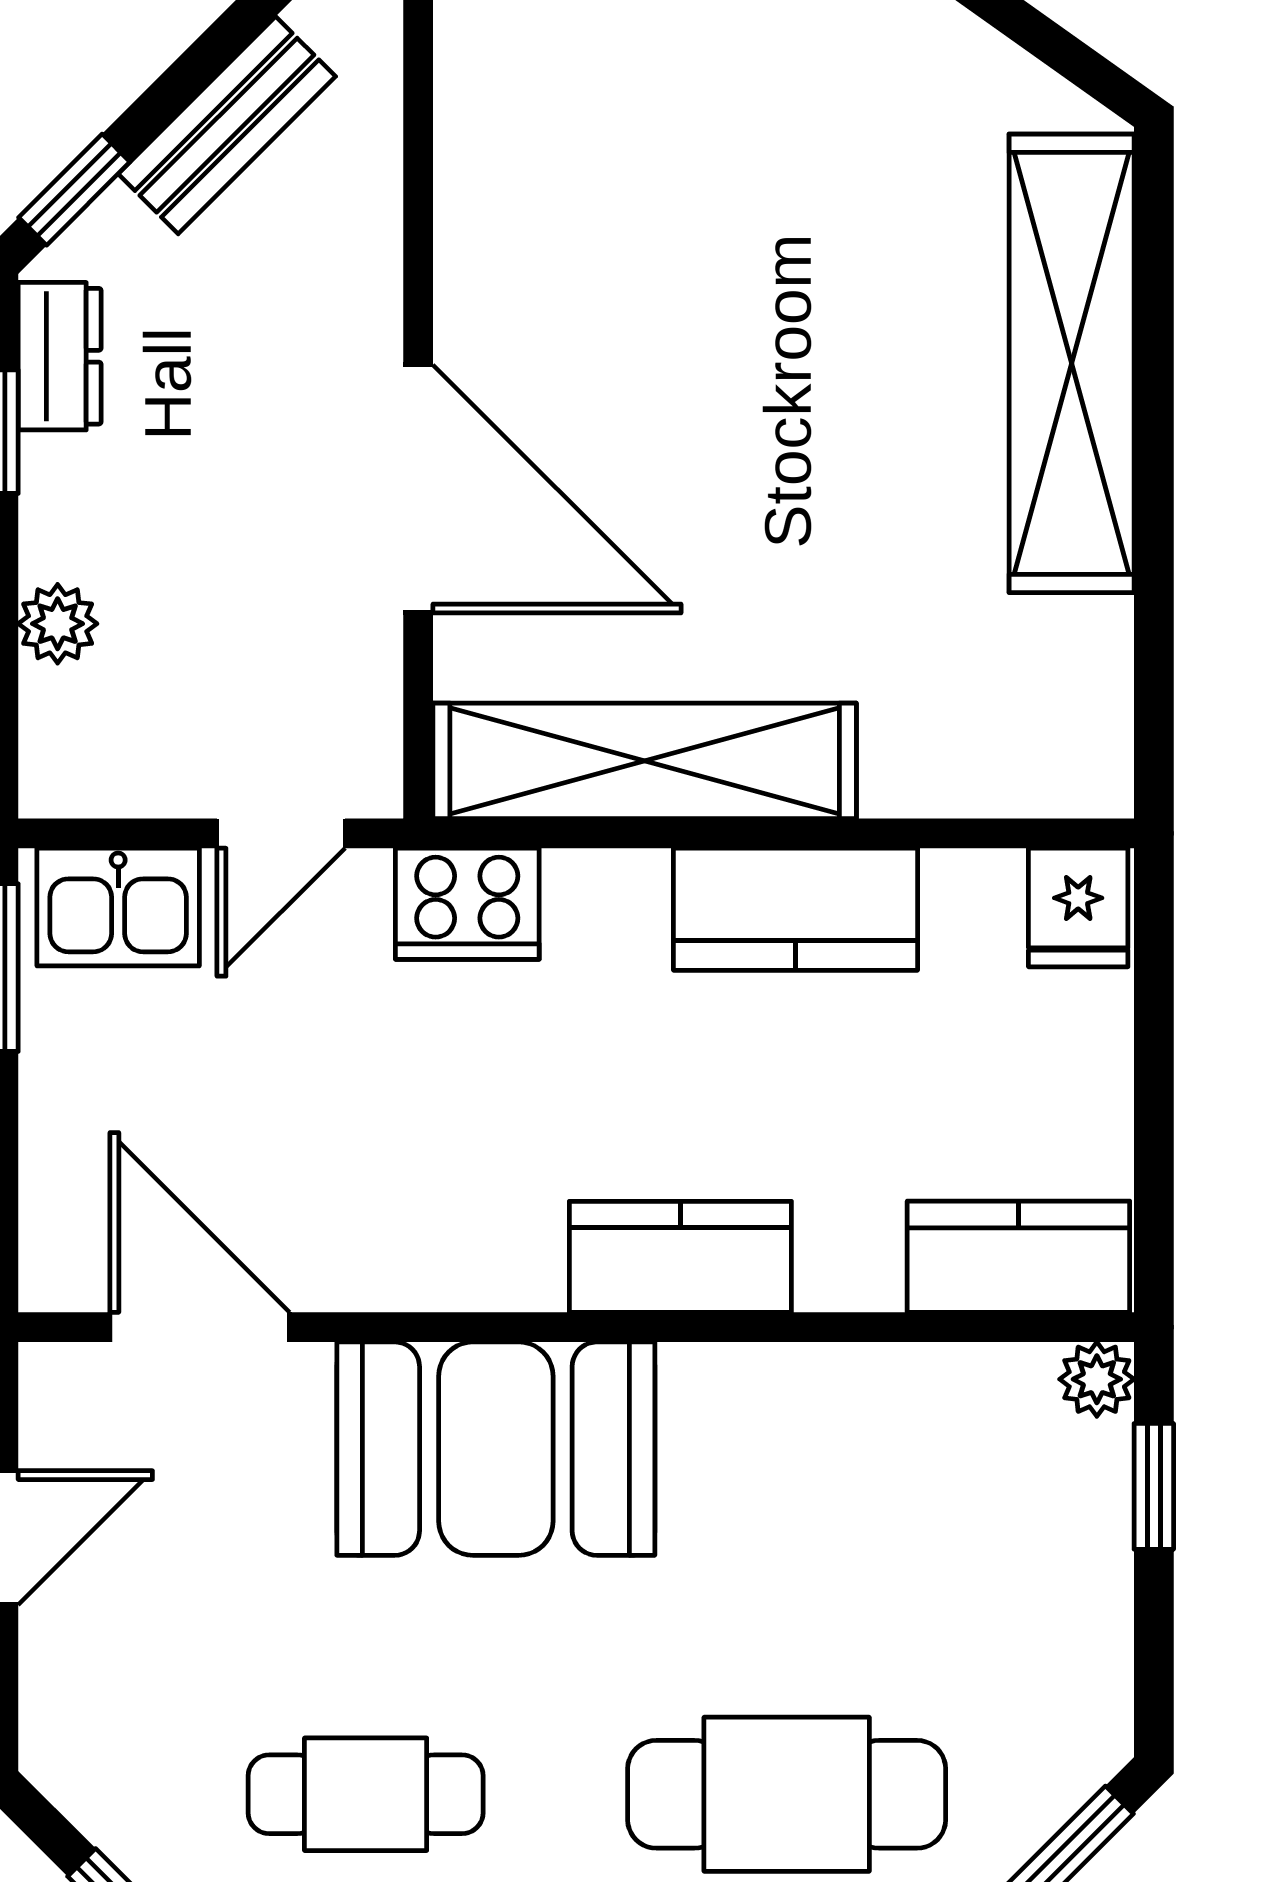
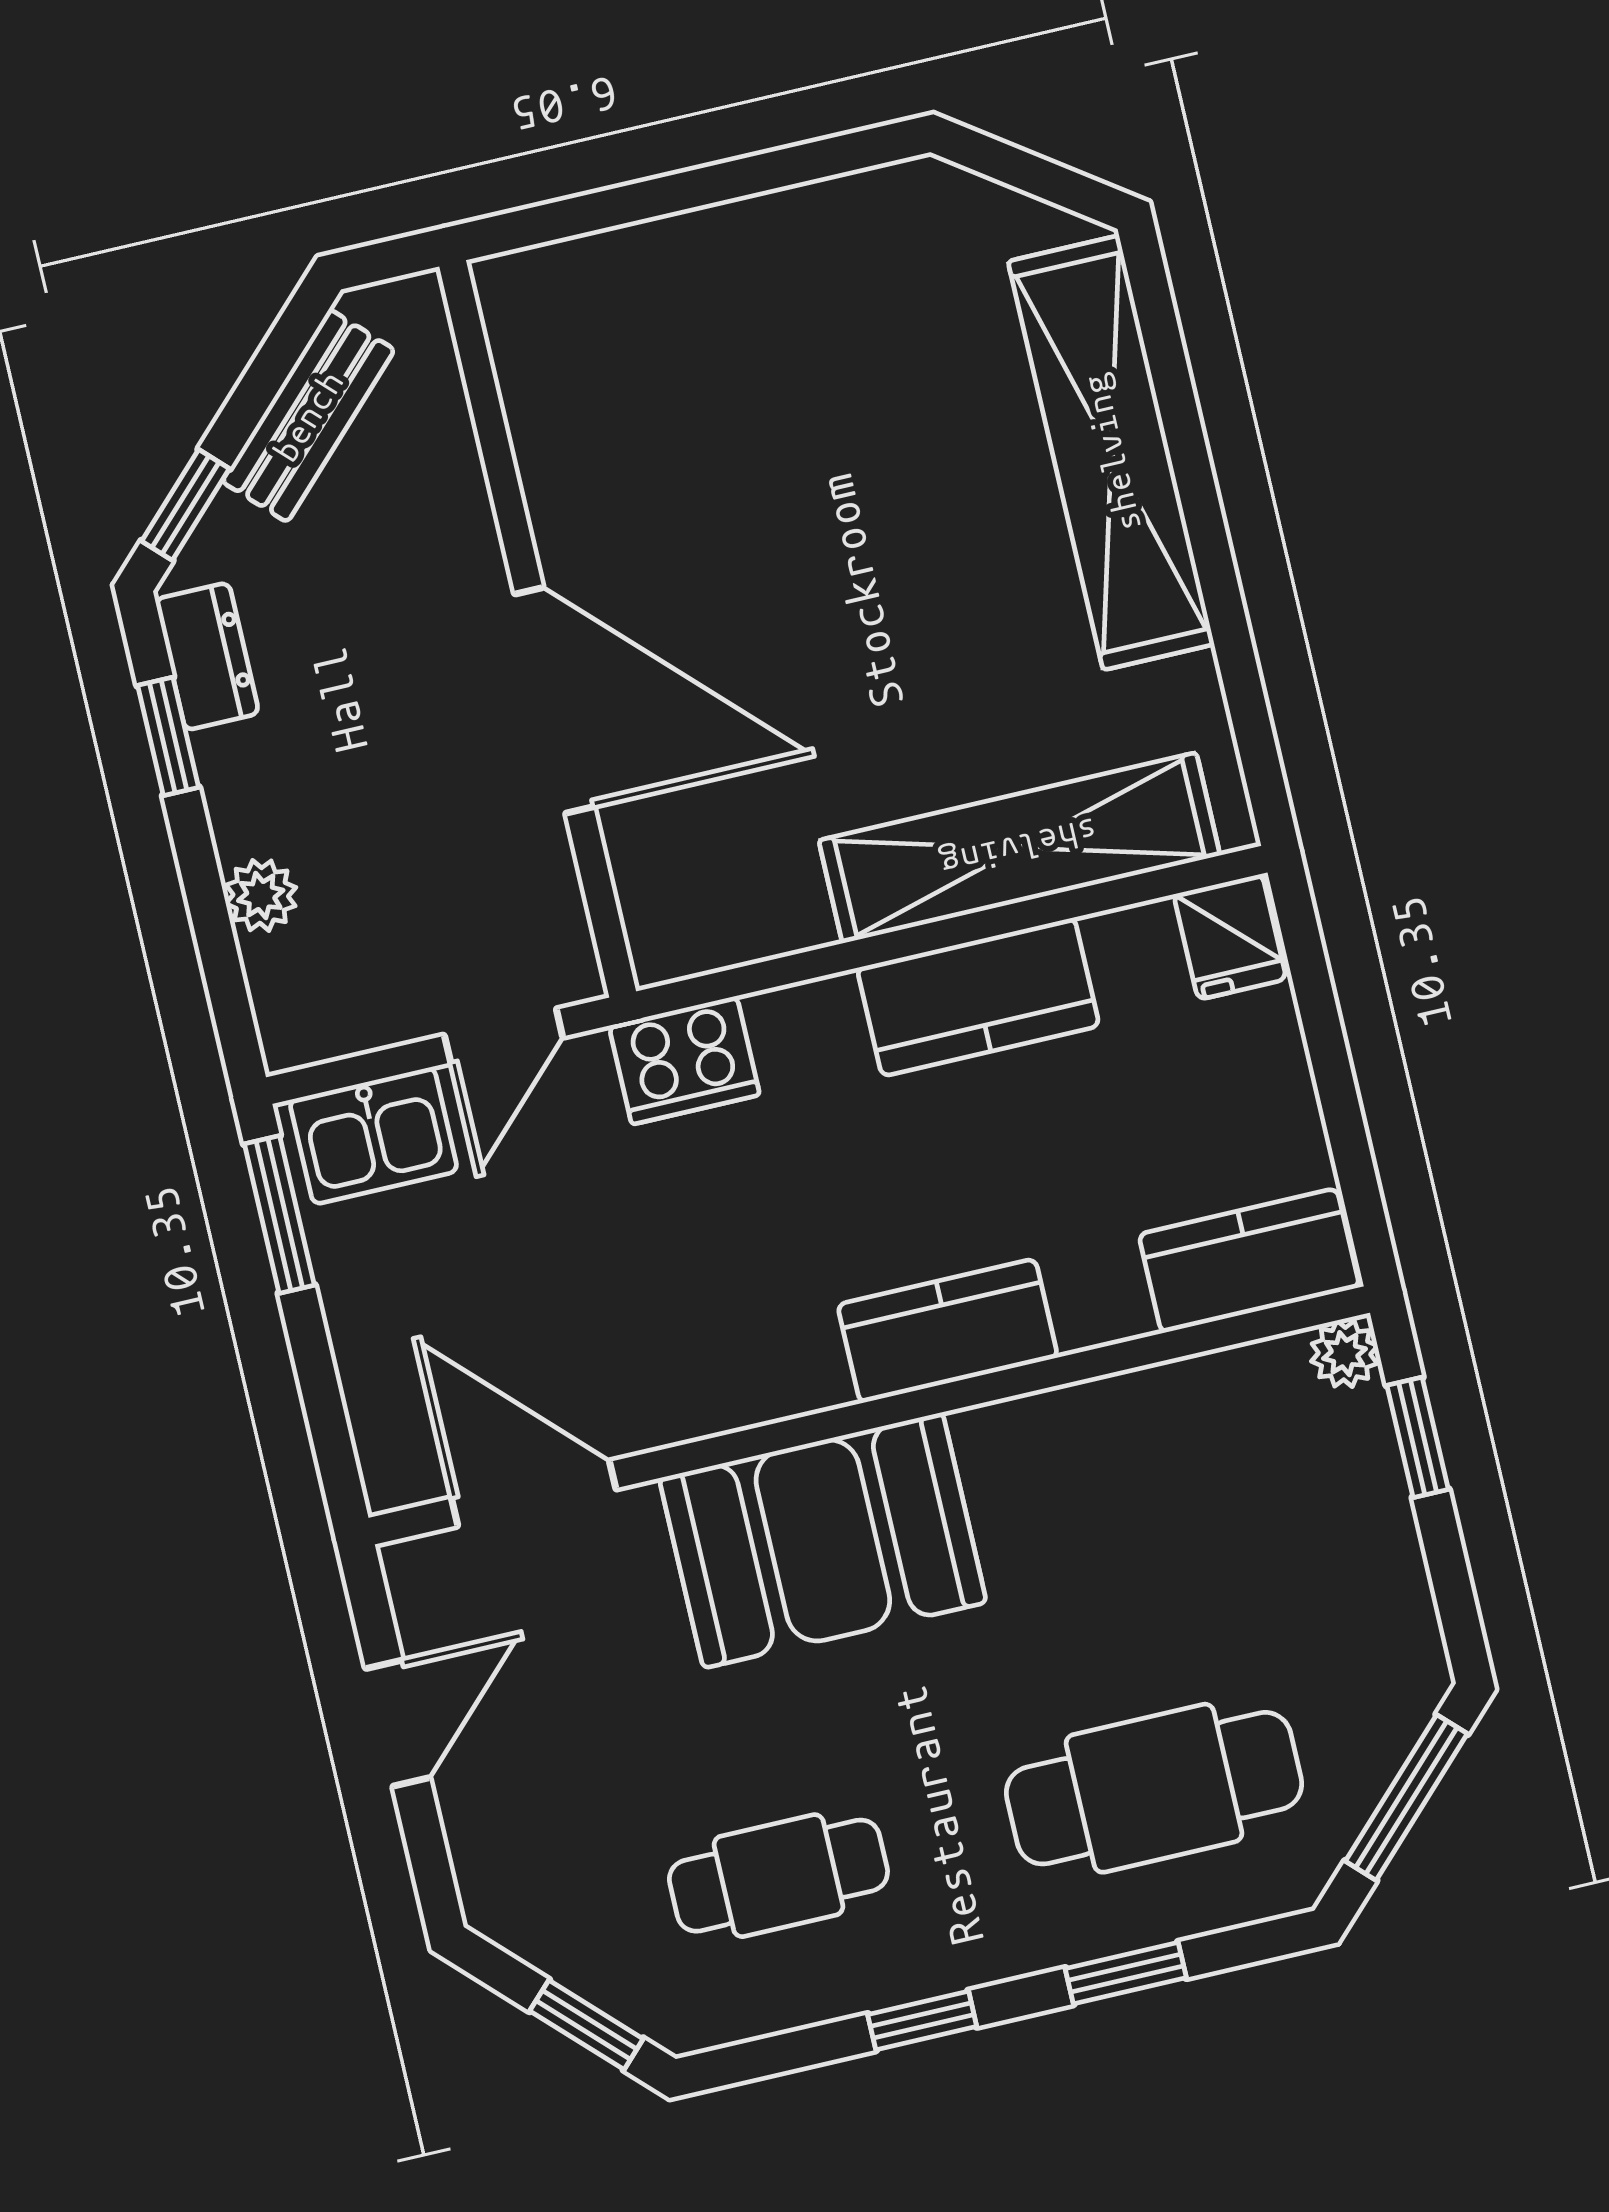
shelving: (645, 761) -> (1019, 848), moved

